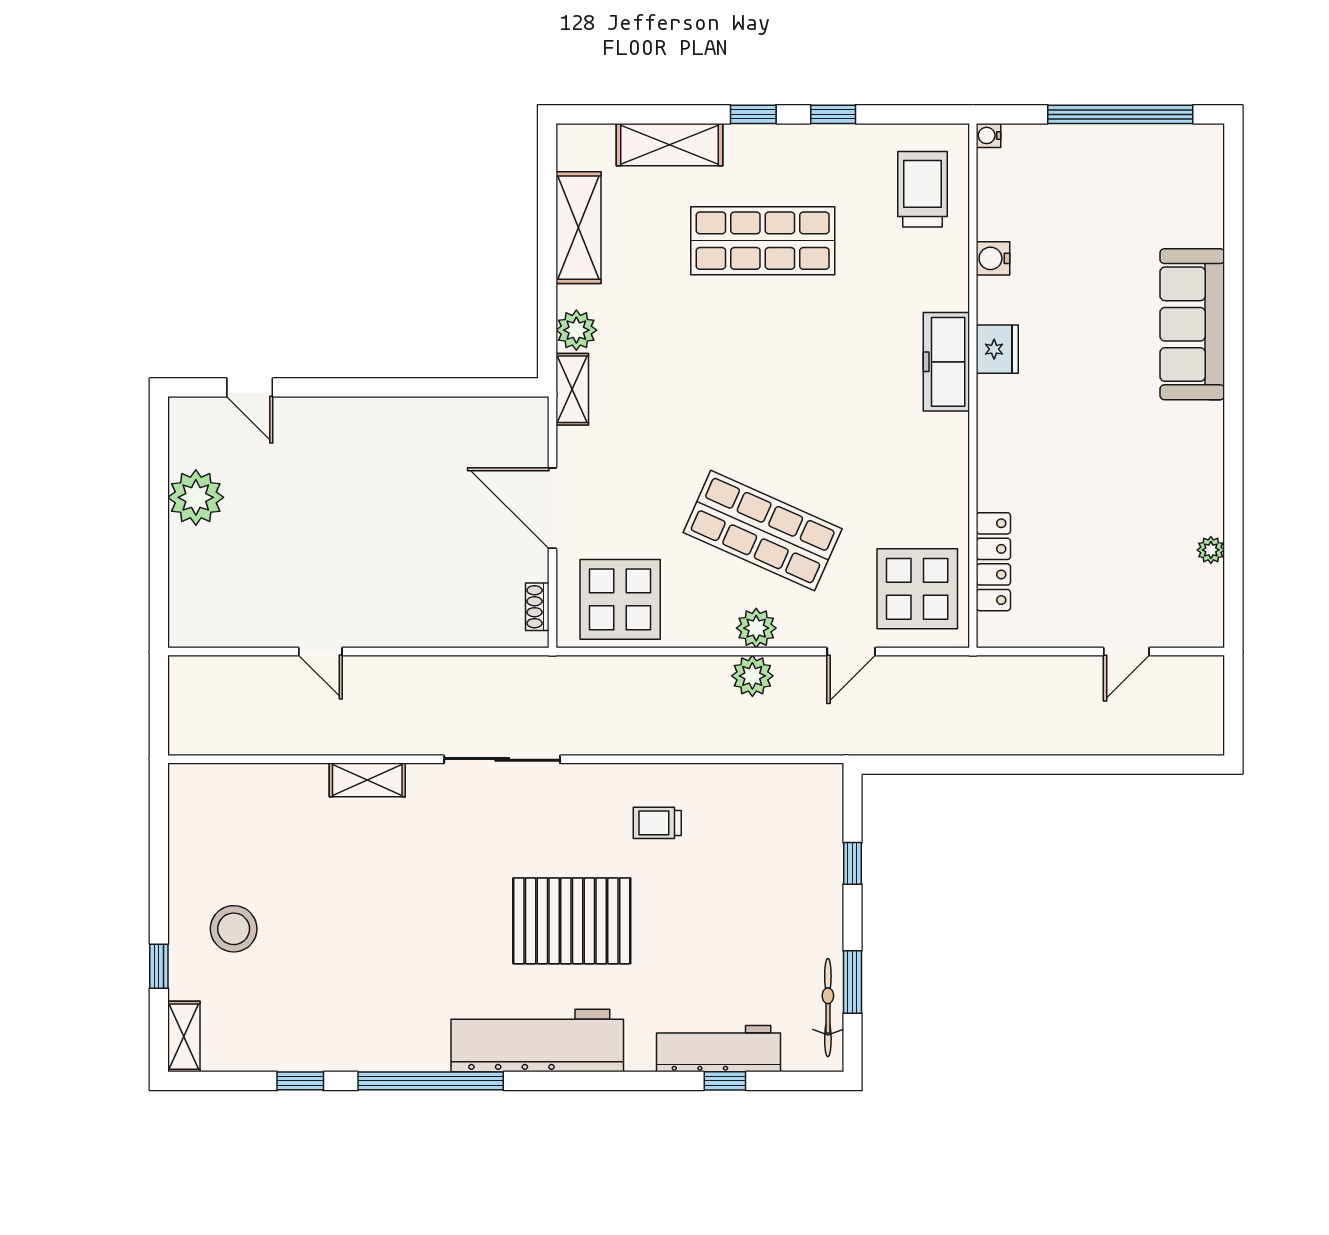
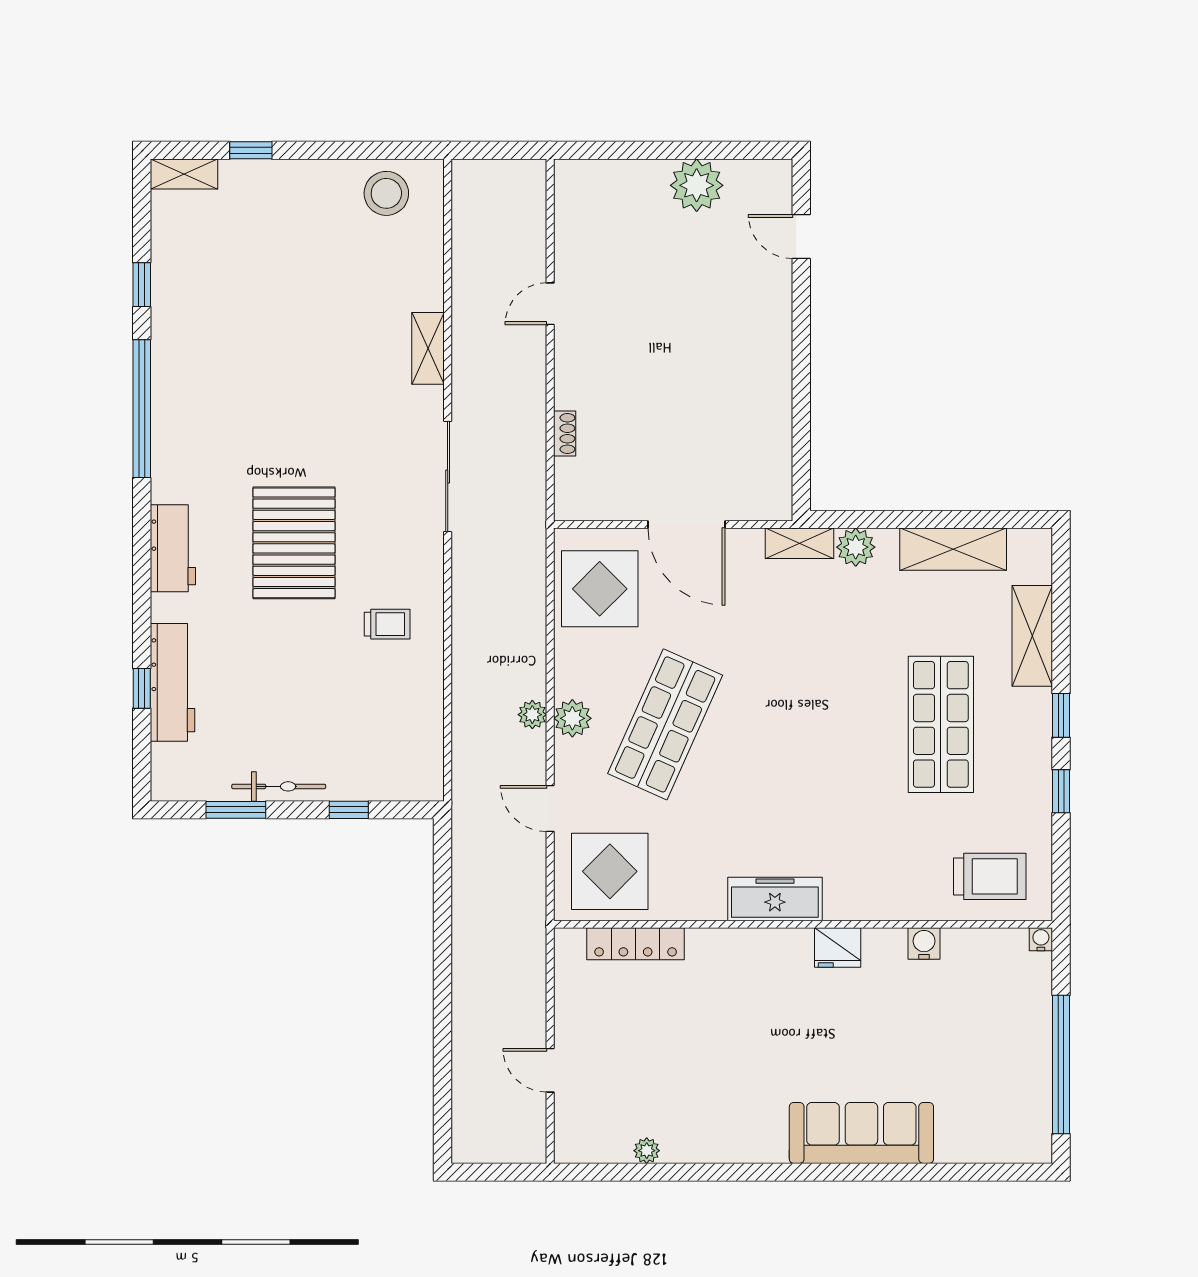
freezer: (946, 362) -> (775, 899), moved
door: (250, 387) -> (801, 237), hinge flipped
door: (552, 508) -> (686, 524), swing flipped
shoe rack: (537, 607) -> (565, 433), moved, turned 90
plant: (752, 676) -> (532, 715), width x0.73, depth x0.73
trolley: (657, 823) -> (387, 624), turned 90
stool: (234, 929) -> (386, 193), moved
bicycle: (828, 1008) -> (279, 786), moved
workbench: (537, 1041) -> (173, 548), width x0.53, depth x0.76

